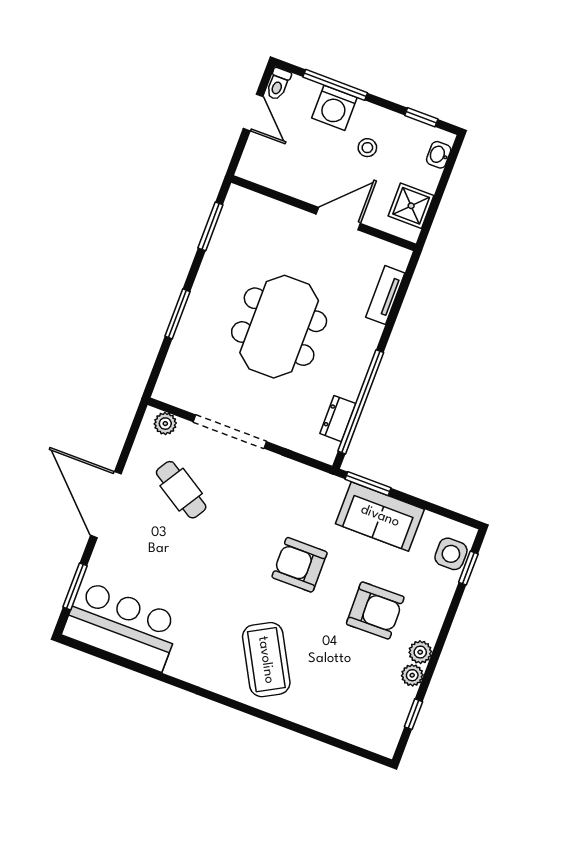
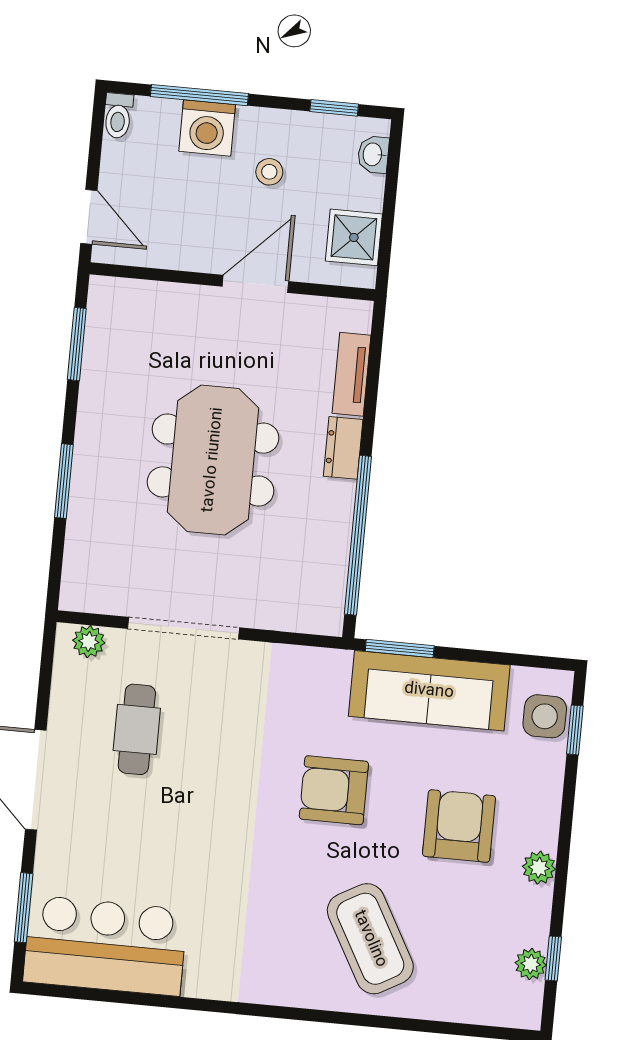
door: (253, 112) -> (89, 217), moved
dresser: (338, 419) -> (343, 448), moved
cafe table: (181, 490) -> (137, 729), turned 58
sofa: (380, 516) -> (429, 691), width x1.36
armchair: (375, 610) -> (459, 826), turned -89
coffee table: (266, 660) -> (370, 939), moved
plant: (412, 675) -> (531, 964), moved

